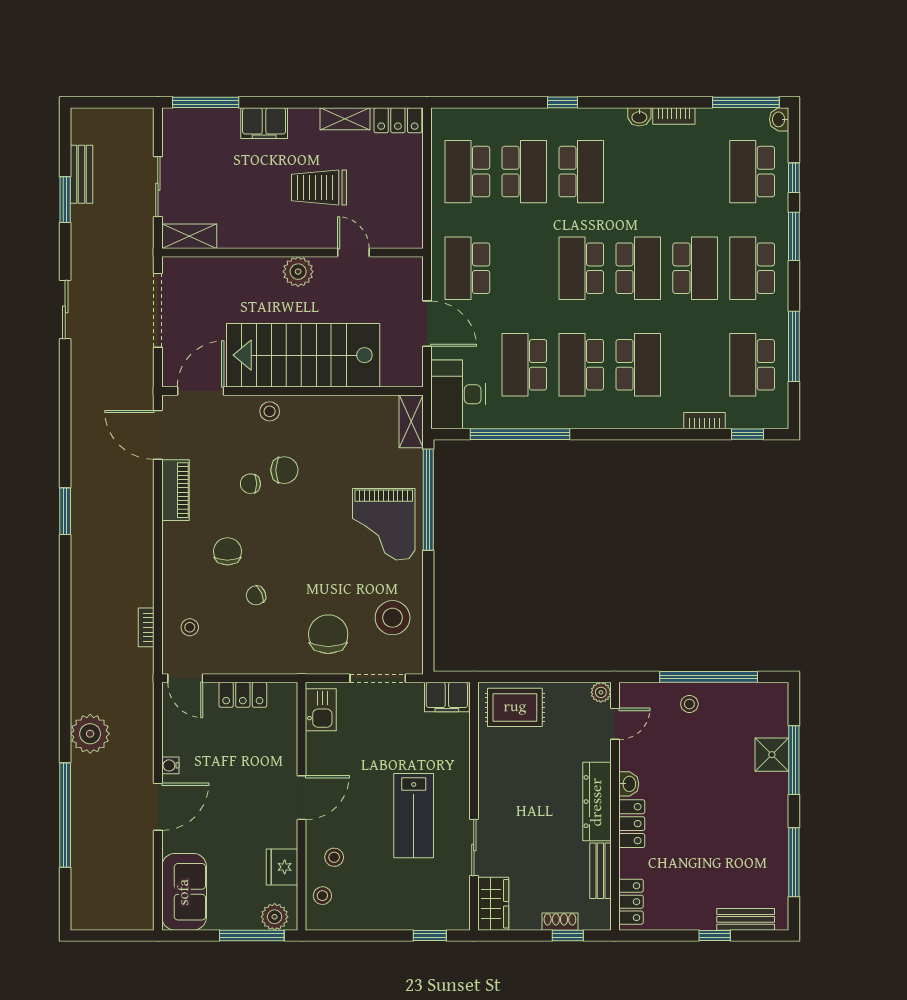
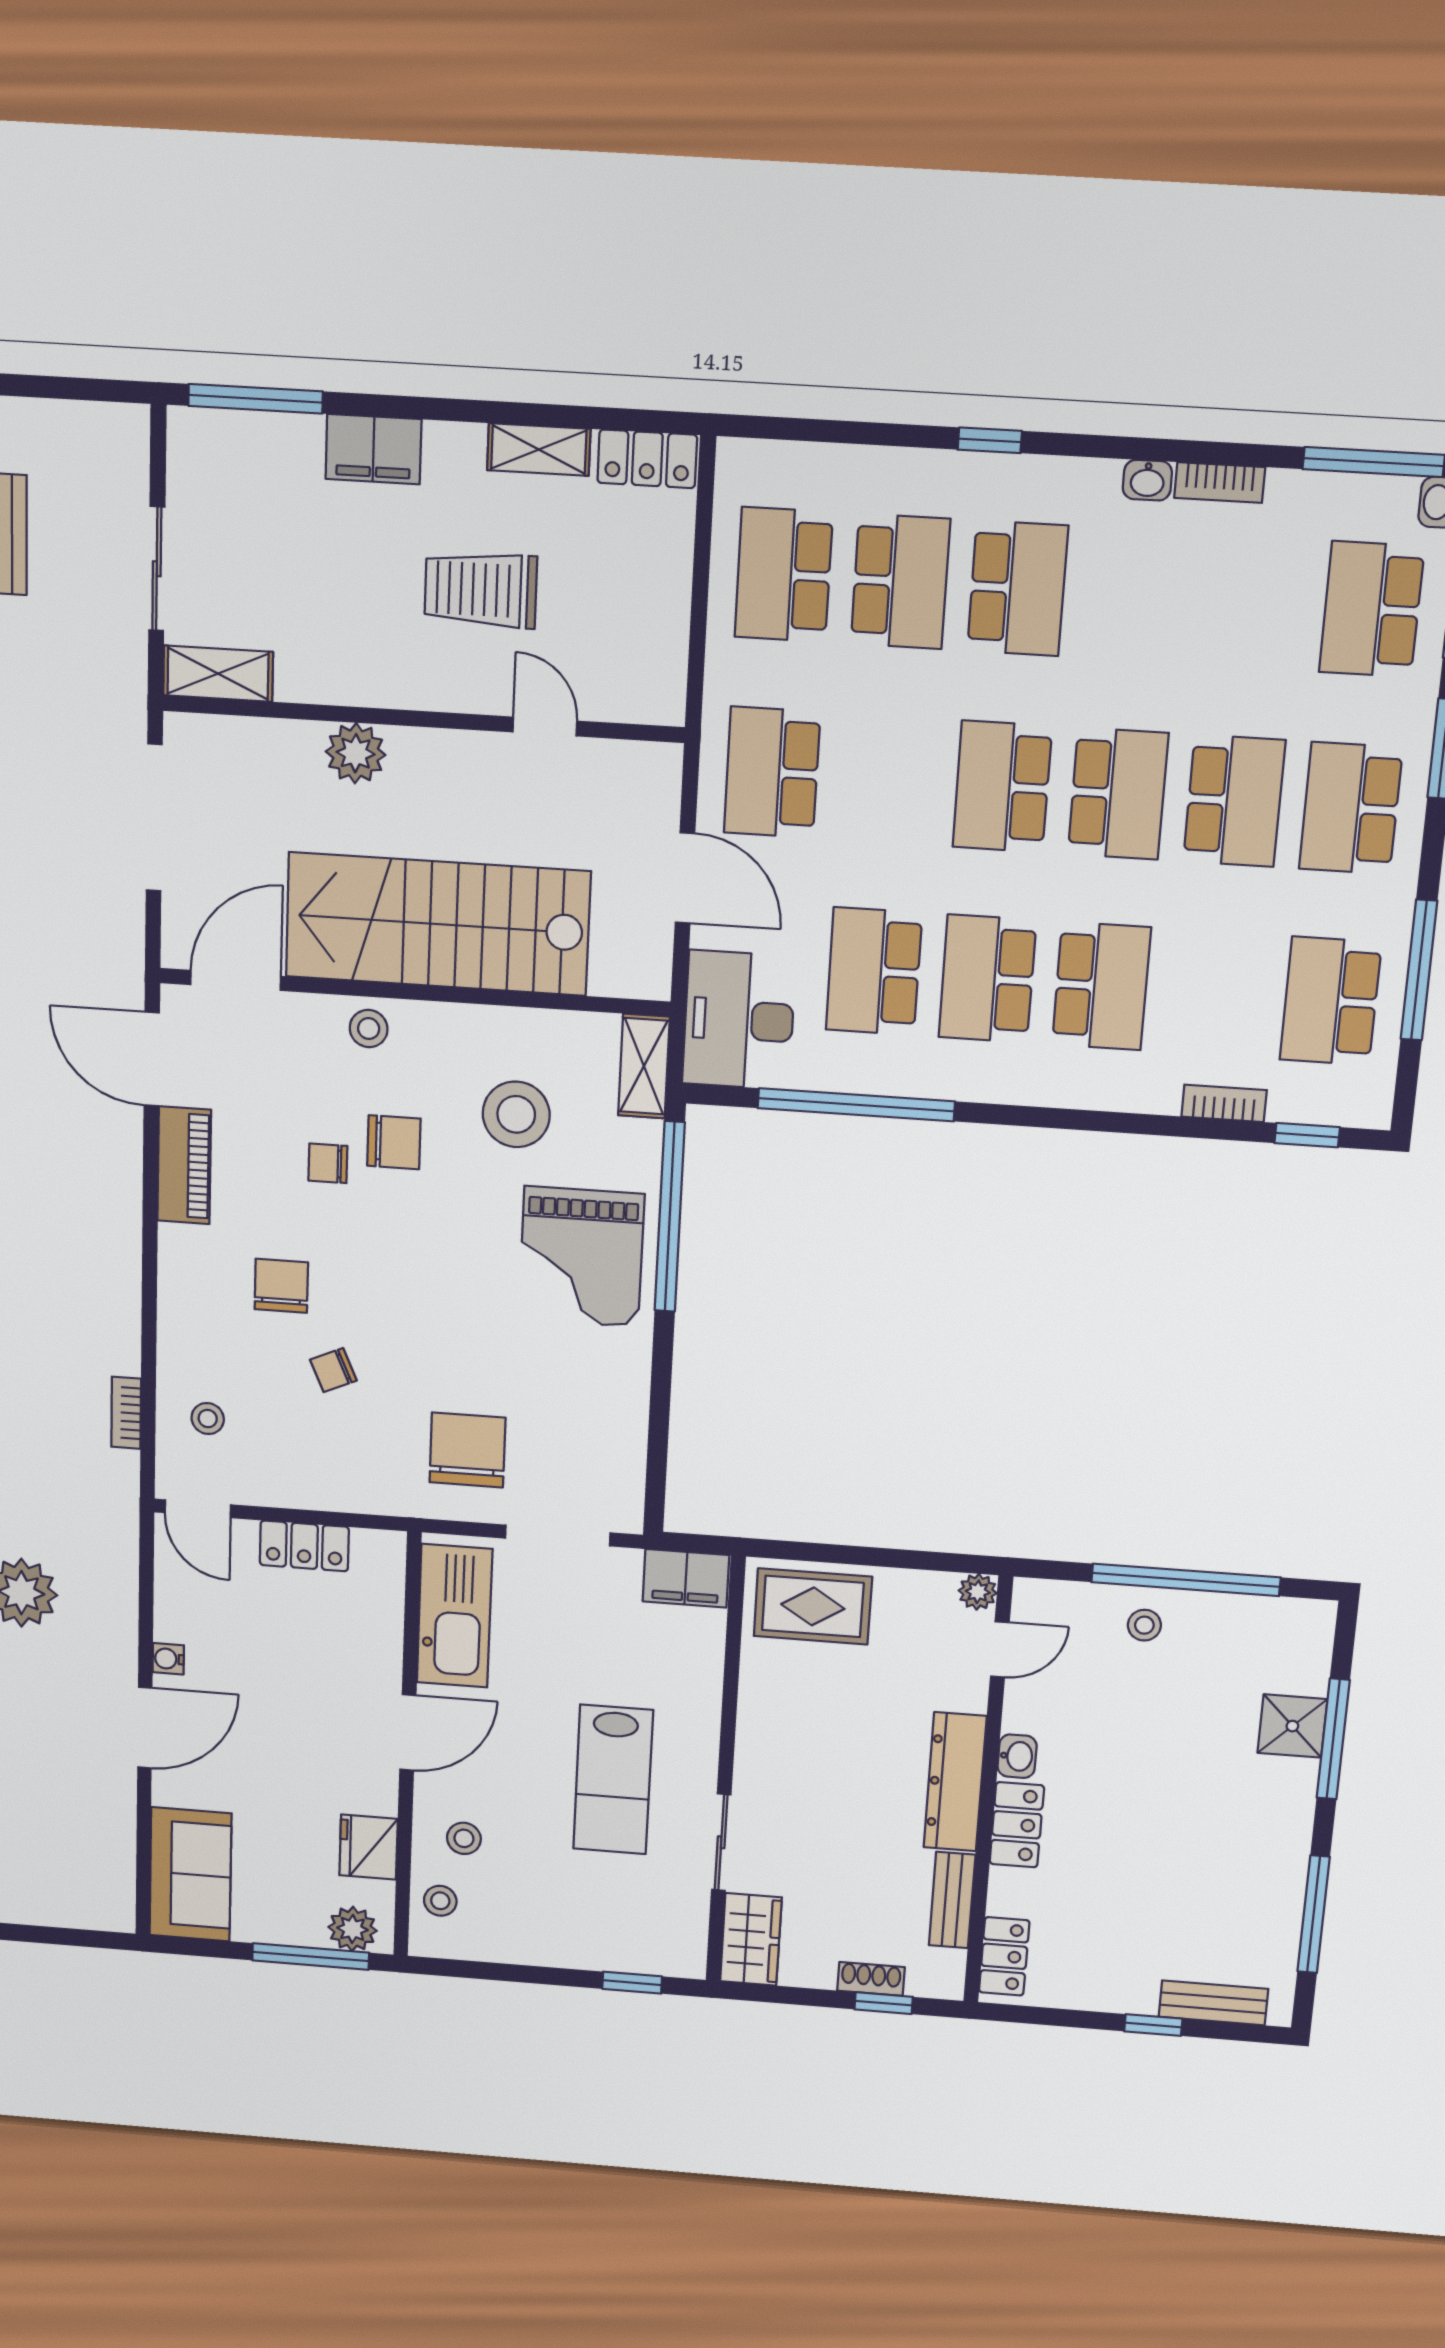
plant: (298, 272) -> (356, 753), moved
stool: (393, 618) -> (516, 1114), moved
kitchen sink: (321, 710) -> (454, 1616), width x1.88, depth x1.24

